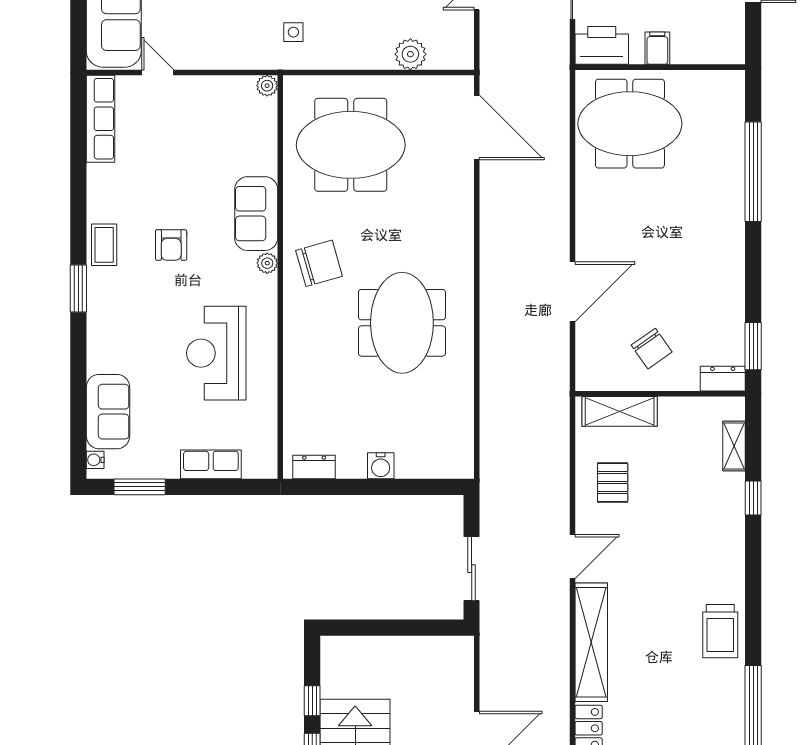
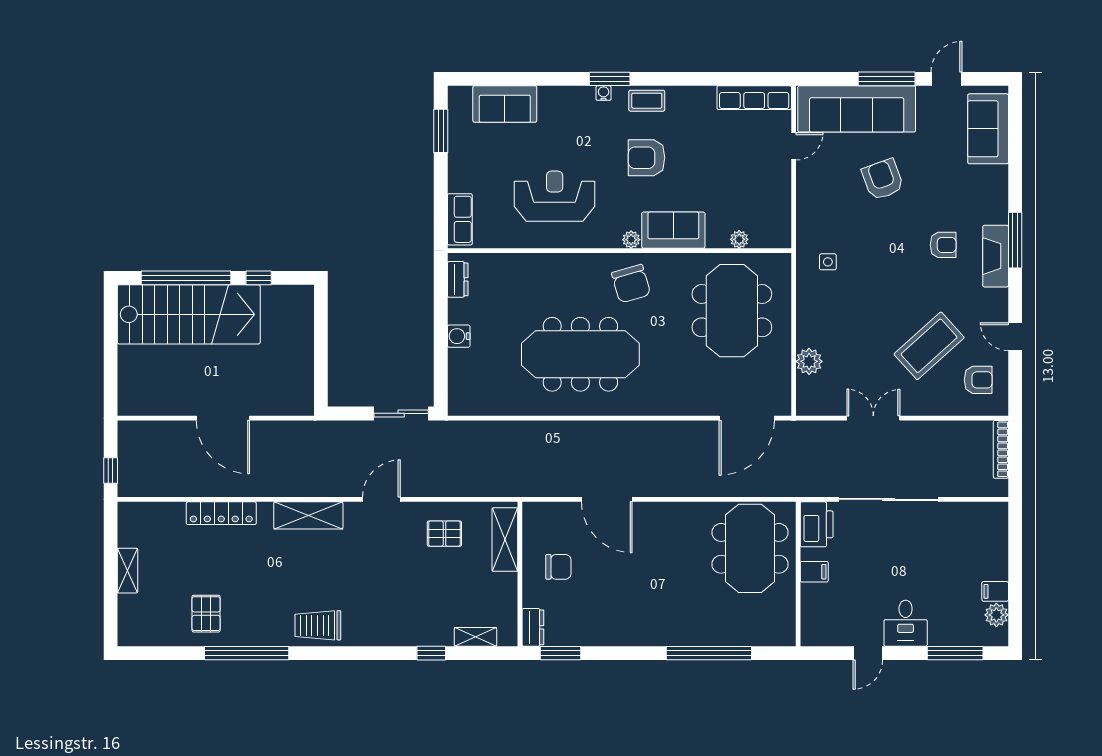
plant: (267, 86) -> (739, 239), moved
armchair: (171, 245) -> (647, 158), width x1.38, depth x1.38
meeting table: (402, 323) -> (580, 354), width x1.36
chair: (652, 349) -> (558, 567), turned -145
water cooler: (95, 460) -> (604, 93), moved
row of seats: (211, 464) -> (460, 219), moved
door: (572, 557) -> (381, 499), swing flipped
sliding door: (472, 569) -> (401, 413), moved
shelving: (591, 642) -> (308, 515), width x0.68

